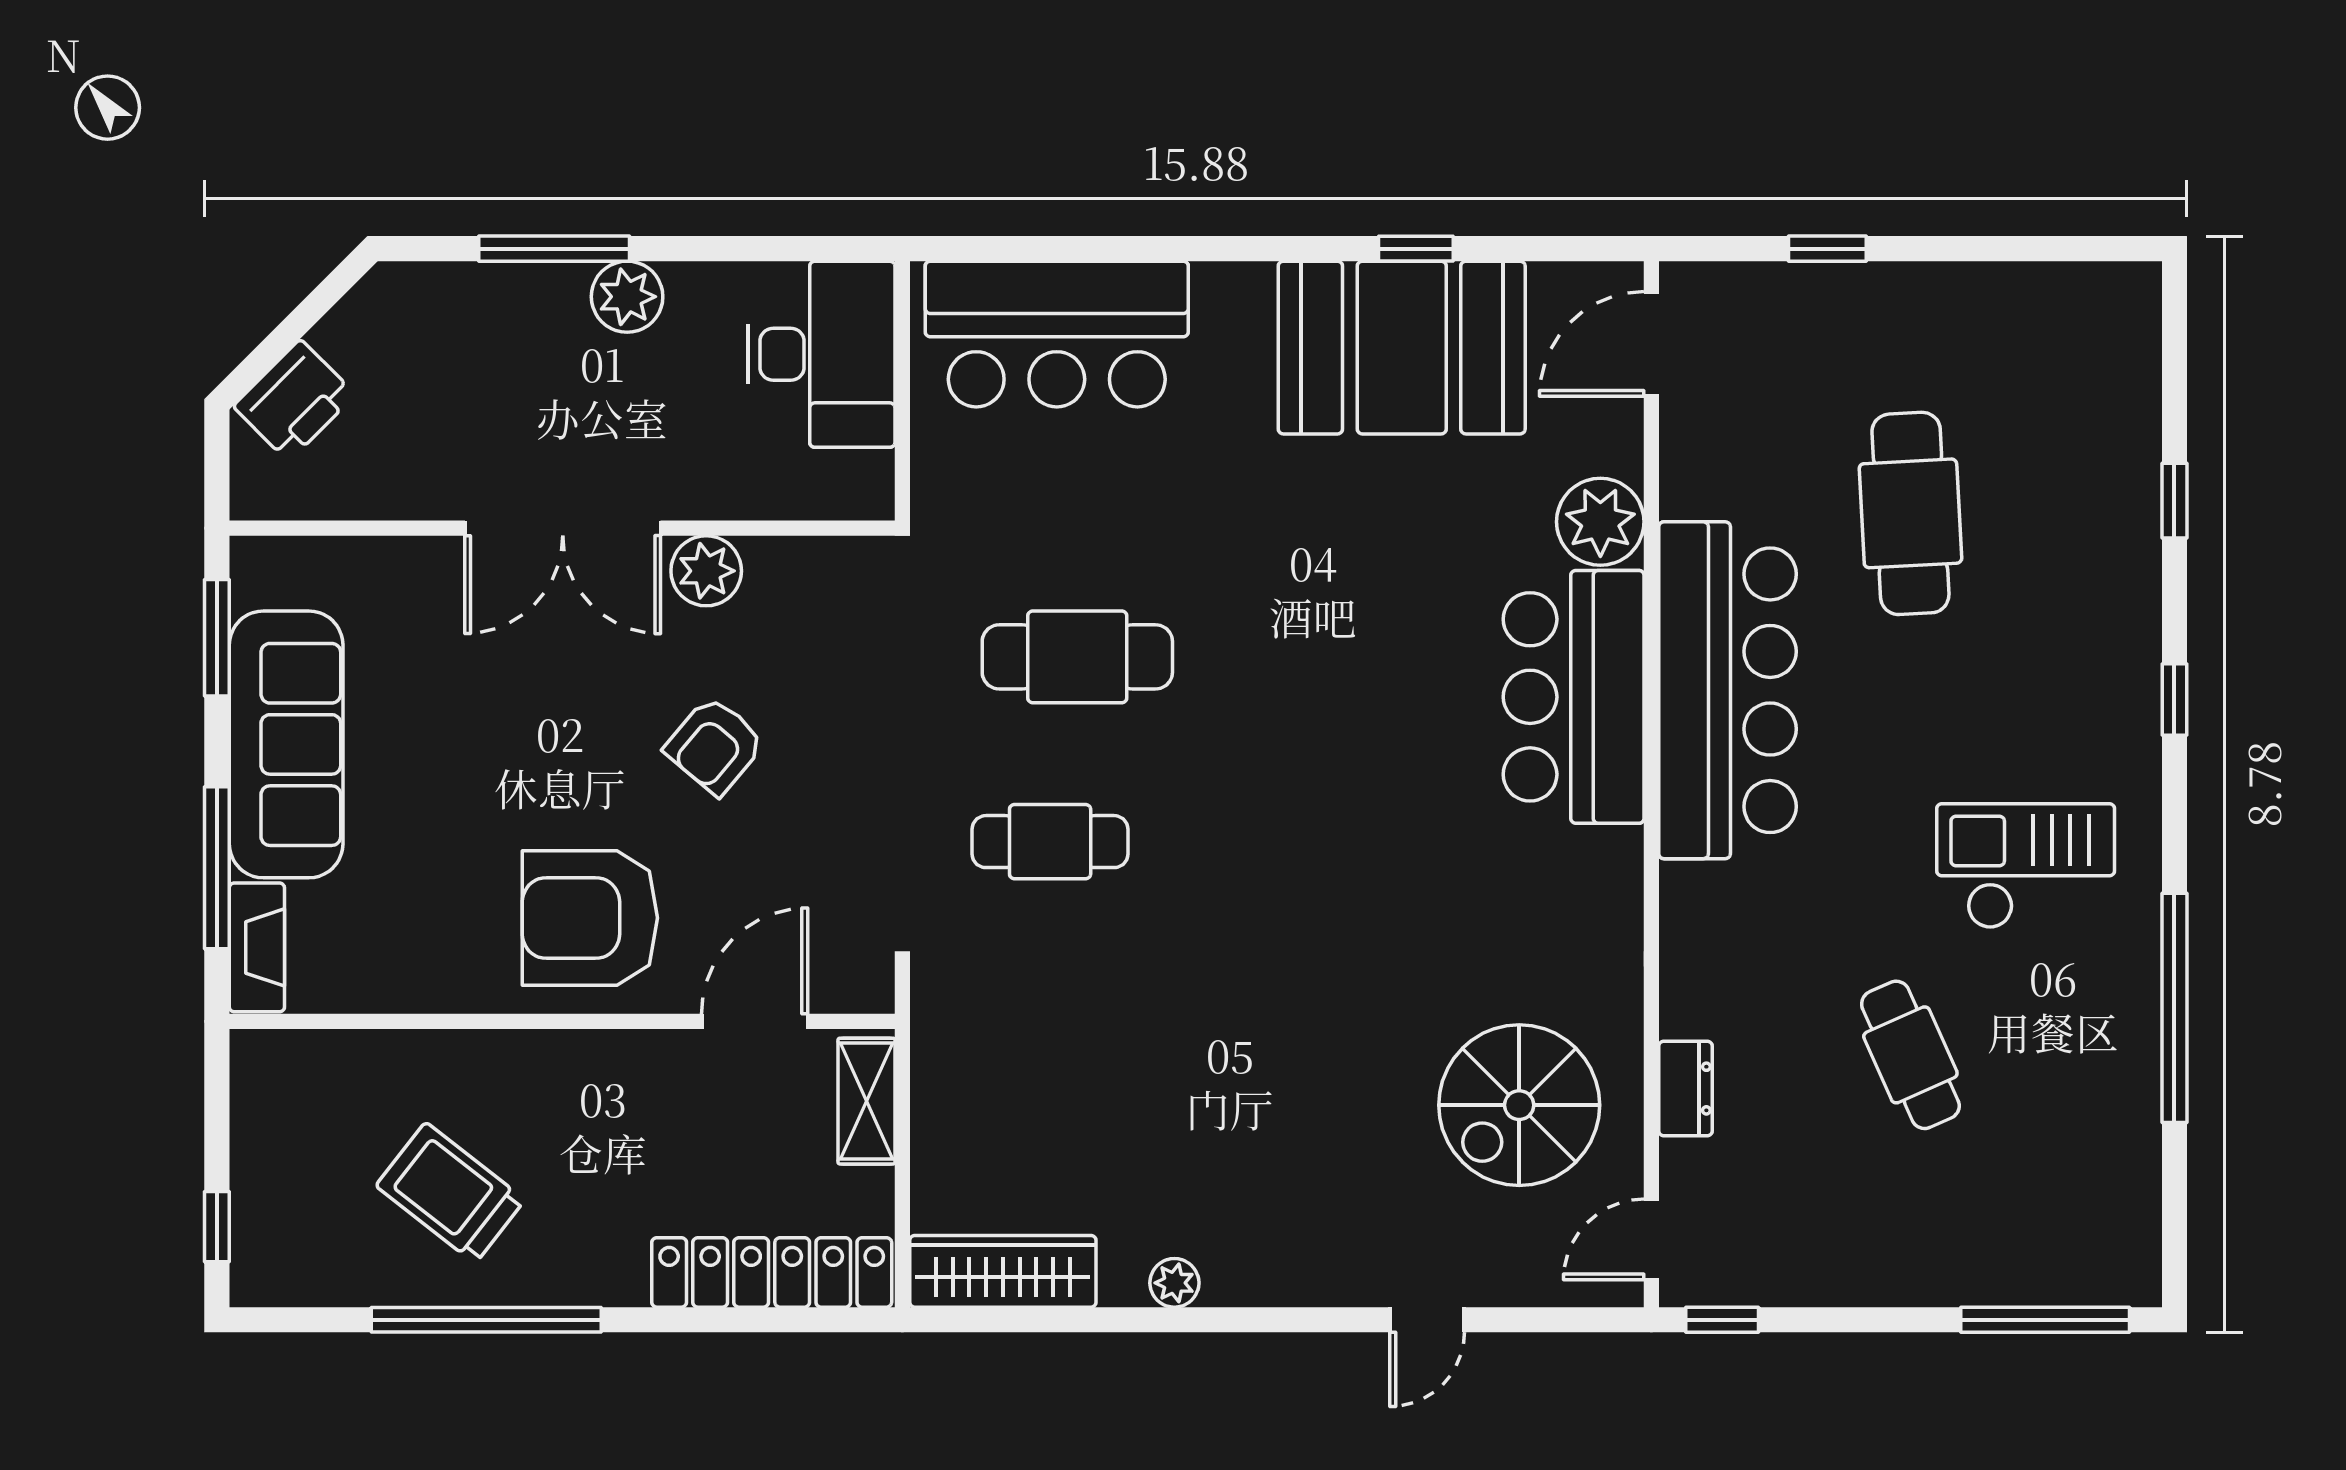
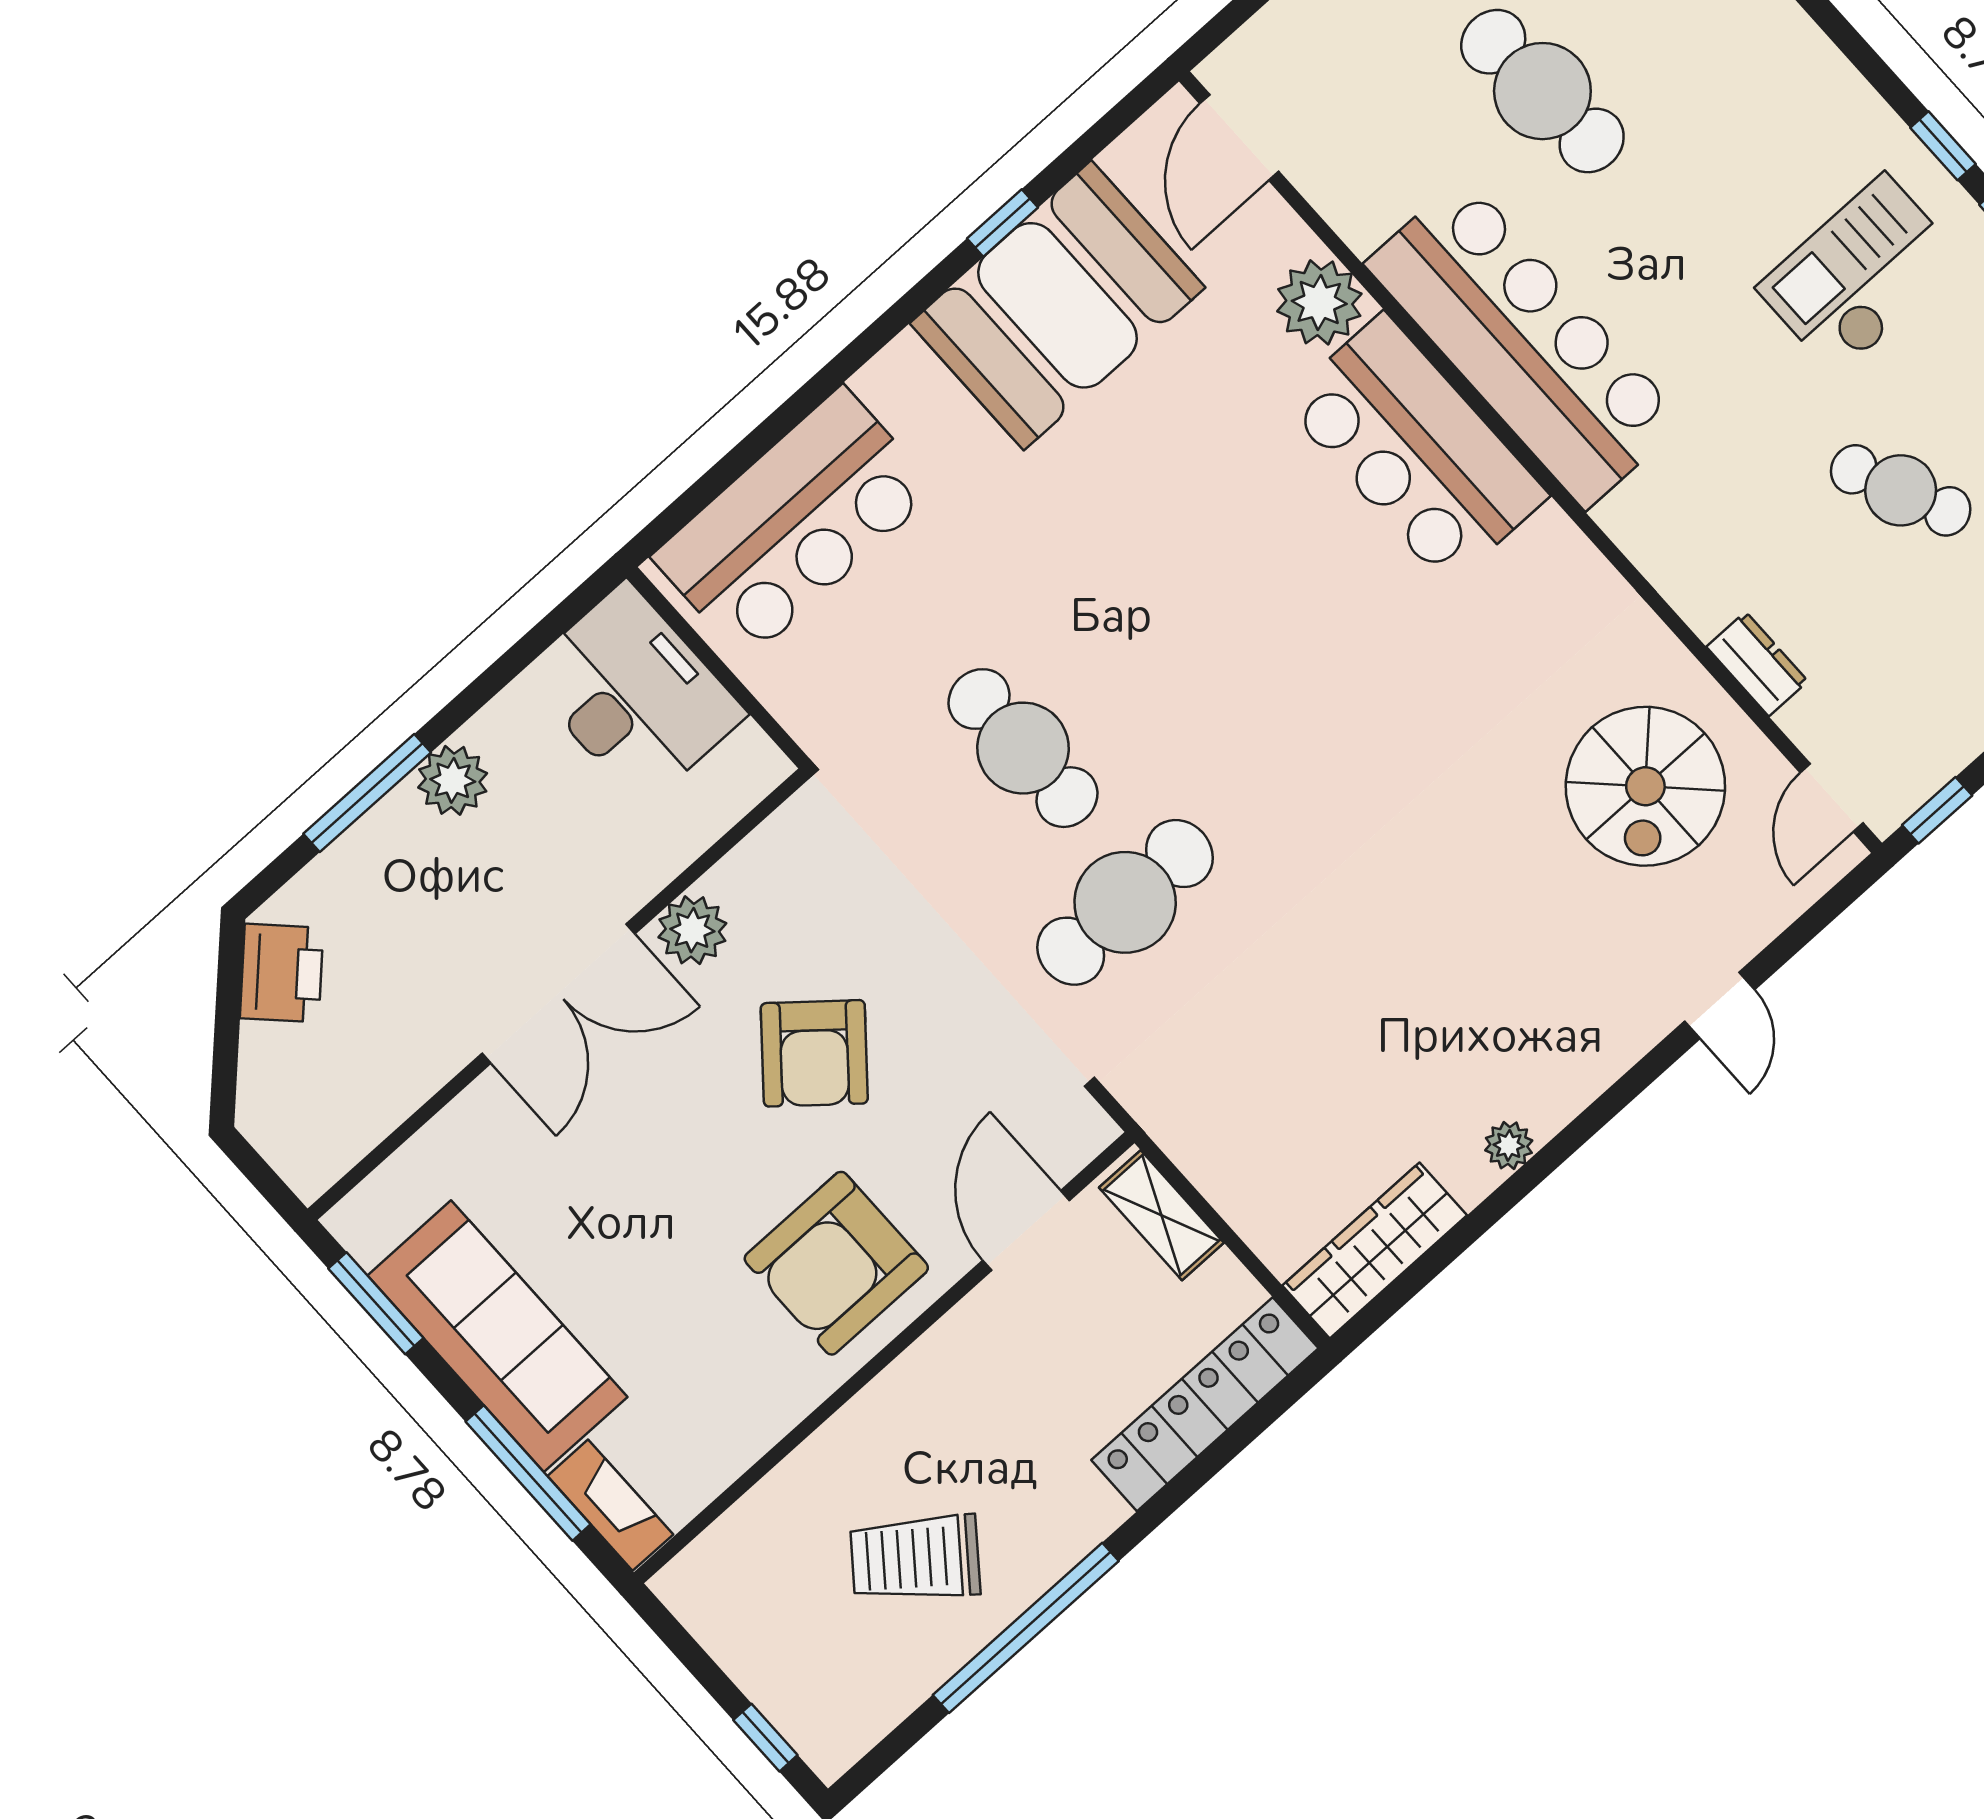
printer: (294, 400) -> (282, 973), moved
cafe table: (1077, 657) -> (1023, 748), turned 90
window: (2174, 699) -> (1943, 146), moved
armchair: (715, 746) -> (814, 1053), width x1.38, depth x1.38
cafe table: (1050, 842) -> (1125, 902), width x1.37, depth x1.35

